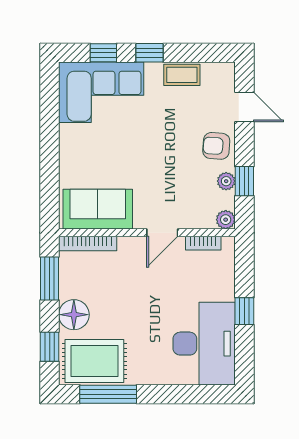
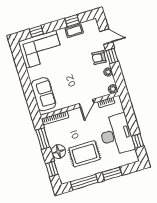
window: (149, 53) -> (72, 21), moved
window: (244, 181) -> (112, 56), moved
sofa: (98, 209) -> (43, 94), moved, turned 90
window: (244, 311) -> (138, 141), moved
desk: (204, 344) -> (116, 135), moved
rug: (94, 361) -> (85, 154), moved
window: (171, 394) -> (112, 174), added

